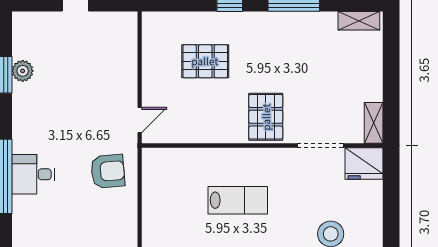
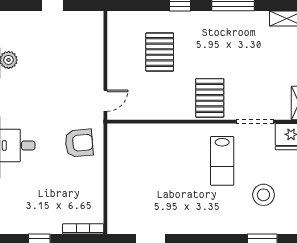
pallet: (205, 61) -> (160, 52), turned 90
lab bench: (238, 200) -> (222, 161), moved, turned 90

